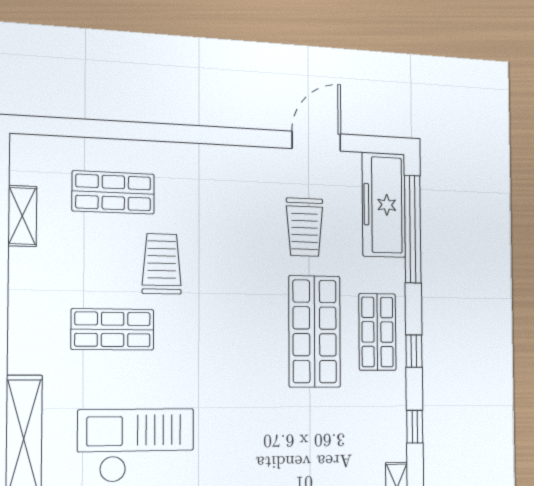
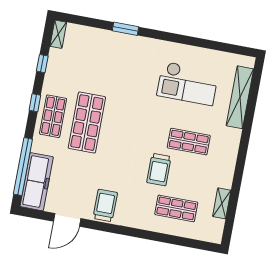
trolley: (305, 227) -> (105, 205), moved

